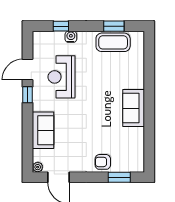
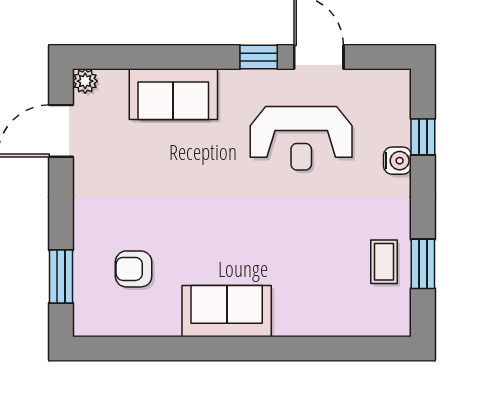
coffee table: (113, 42) -> (384, 262), width x0.54, depth x0.58
reception desk: (61, 77) -> (301, 138), turned 180
armchair: (103, 162) -> (134, 269), moved, turned -90

